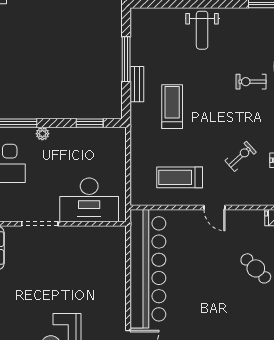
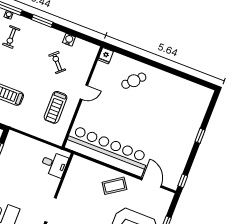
desk: (89, 200) -> (54, 164), width x0.53, depth x0.77
coffee table: (105, 297) -> (114, 186), added

